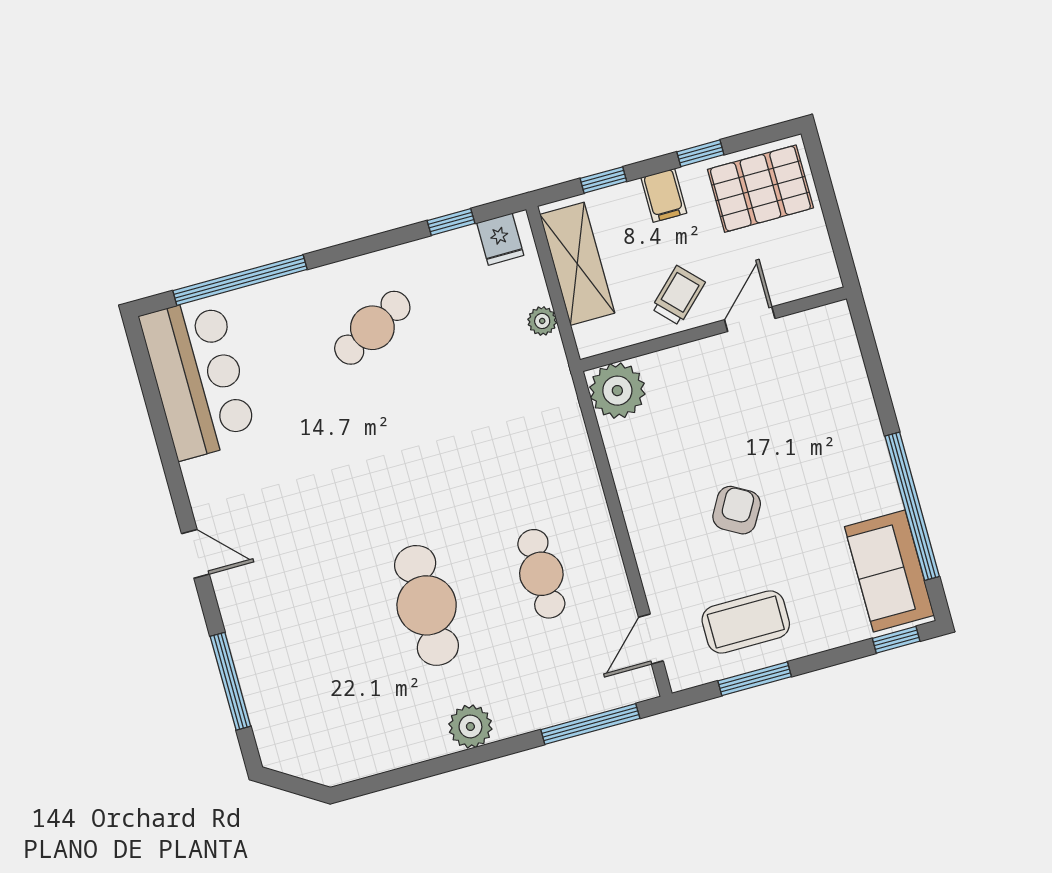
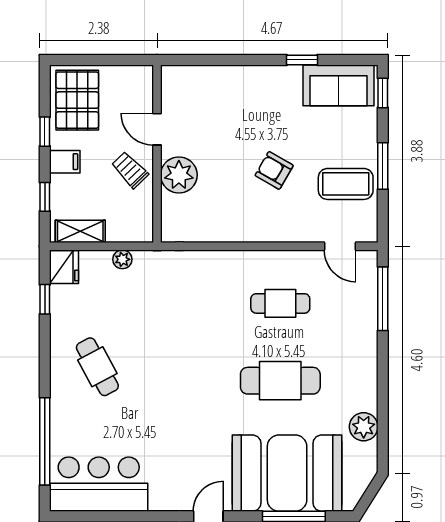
fridge: (500, 239) -> (64, 267), width x1.38
shelving: (577, 264) -> (80, 231), width x0.67, depth x0.75
plant: (617, 391) -> (179, 175), moved
window: (912, 506) -> (302, 60), width x0.32
coffee table: (746, 622) -> (346, 184), turned 90
booth: (292, 653) -> (287, 473), added
window: (755, 679) -> (383, 166), moved
plant: (470, 726) -> (364, 427), moved

